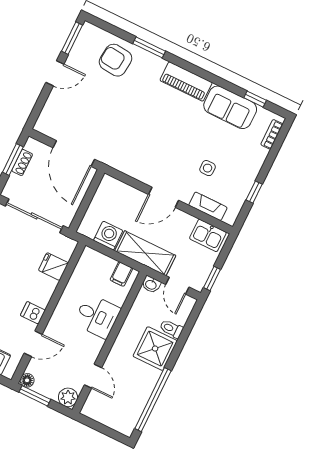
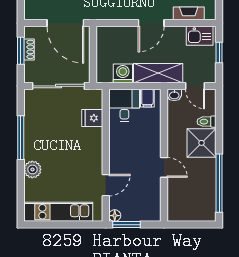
window: (212, 279) -> (219, 52), moved
dishwasher: (33, 313) -> (94, 161), removed
desk: (97, 316) -> (124, 105), moved, turned -90
door: (93, 376) -> (164, 167), moved
plant: (68, 397) -> (153, 213), removed

